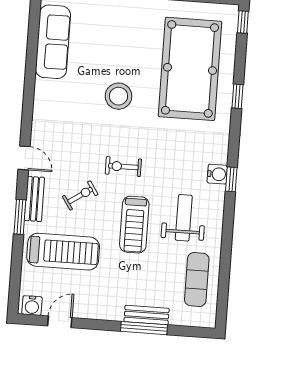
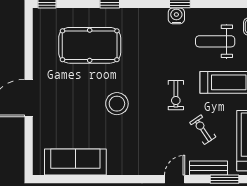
pool table: (190, 69) -> (90, 45), width x0.73, depth x0.76

